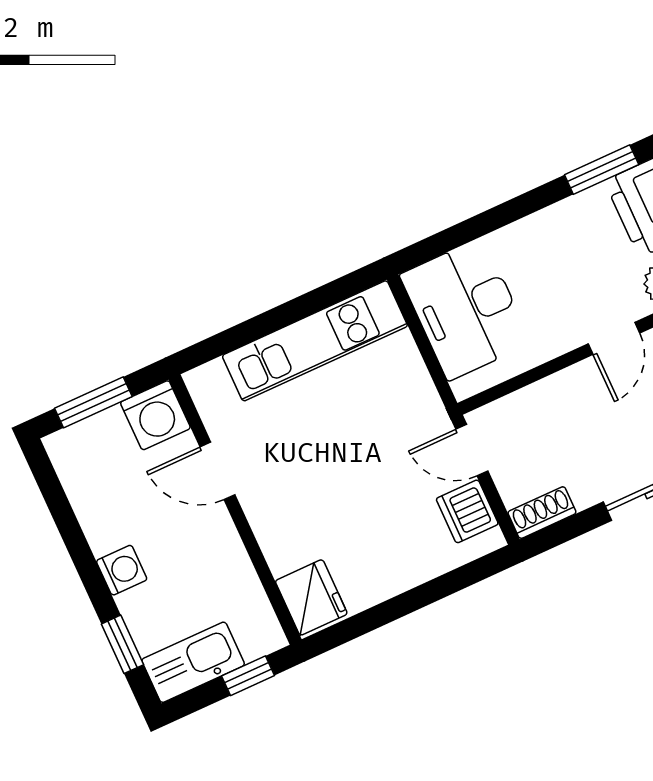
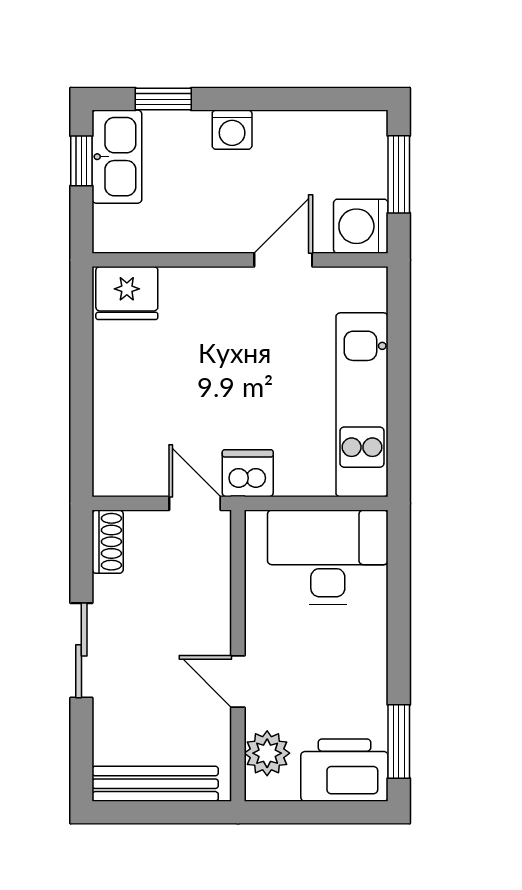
door: (472, 450) -> (195, 503), hinge flipped
dishwasher: (467, 511) -> (248, 473), moved
window: (248, 676) -> (81, 161), moved

